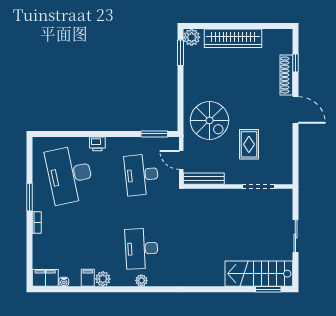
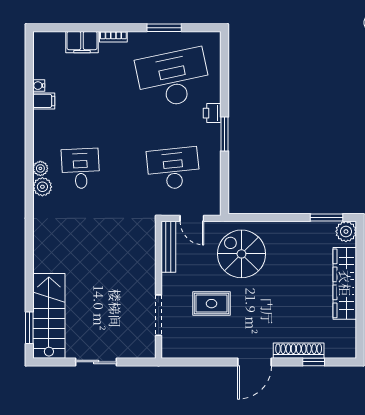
spiral stairs: (209, 120) -> (241, 254), turned 90
window: (154, 134) -> (224, 134), moved
door: (181, 160) -> (192, 218), swing flipped
window: (29, 197) -> (164, 28), moved
desk: (142, 249) -> (81, 169), width x0.73
filing cabinet: (45, 278) -> (82, 42), moved, turned 90
plant: (103, 279) -> (42, 187), moved
water cooler: (64, 282) -> (39, 86), moved

